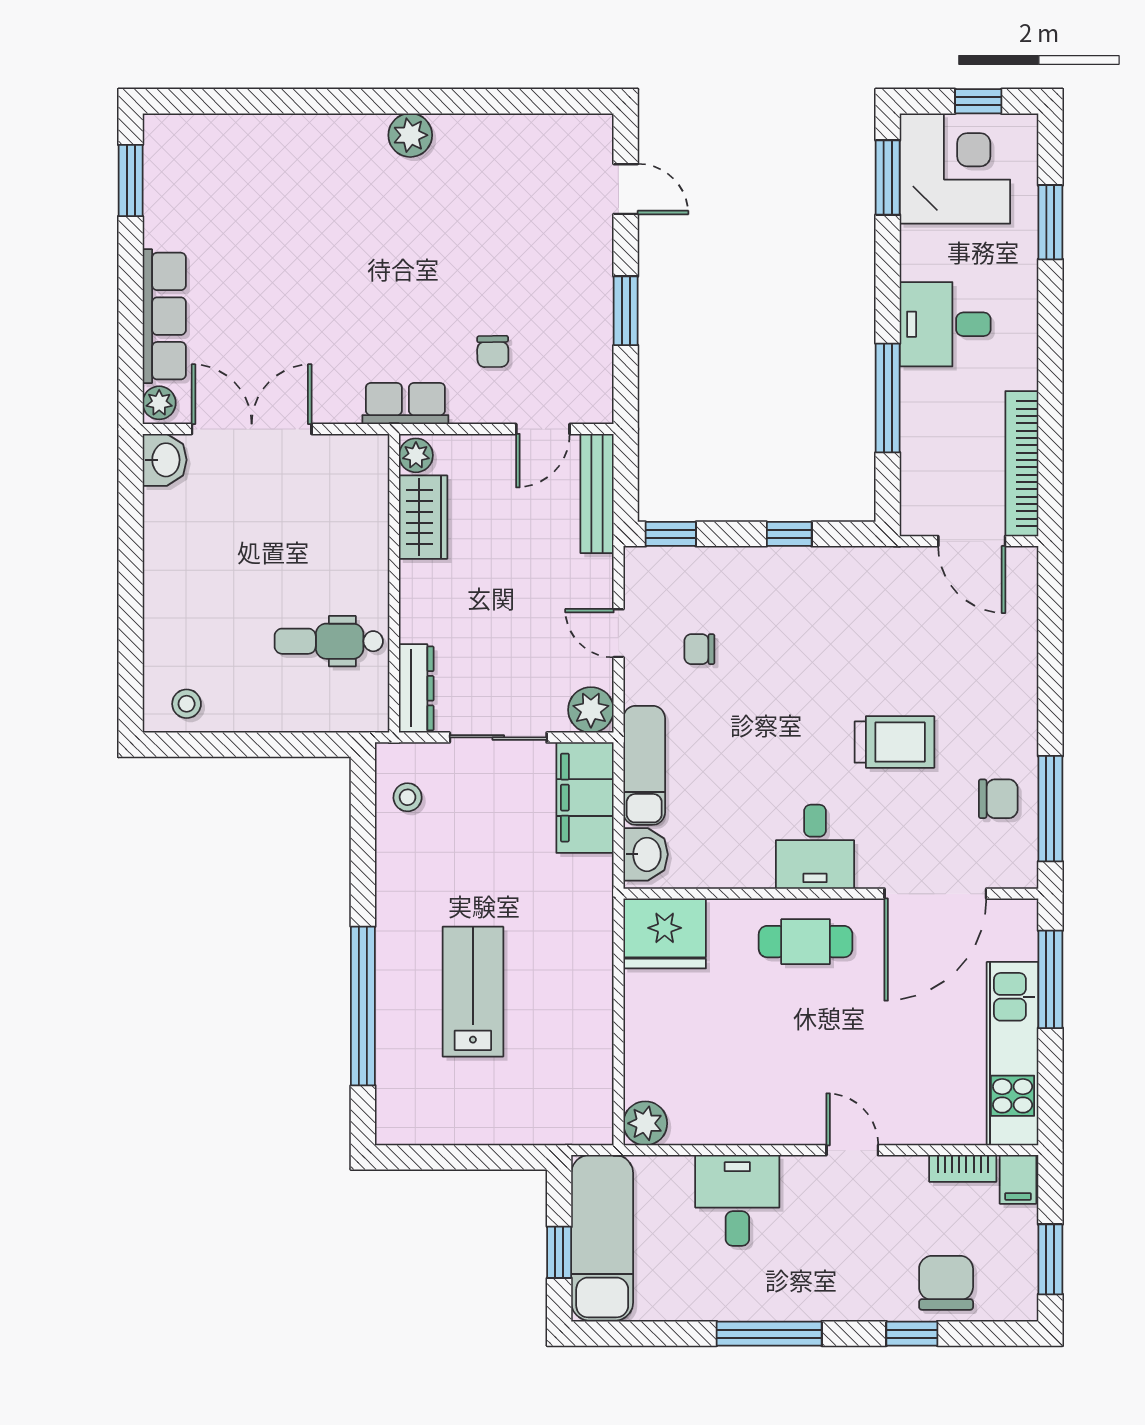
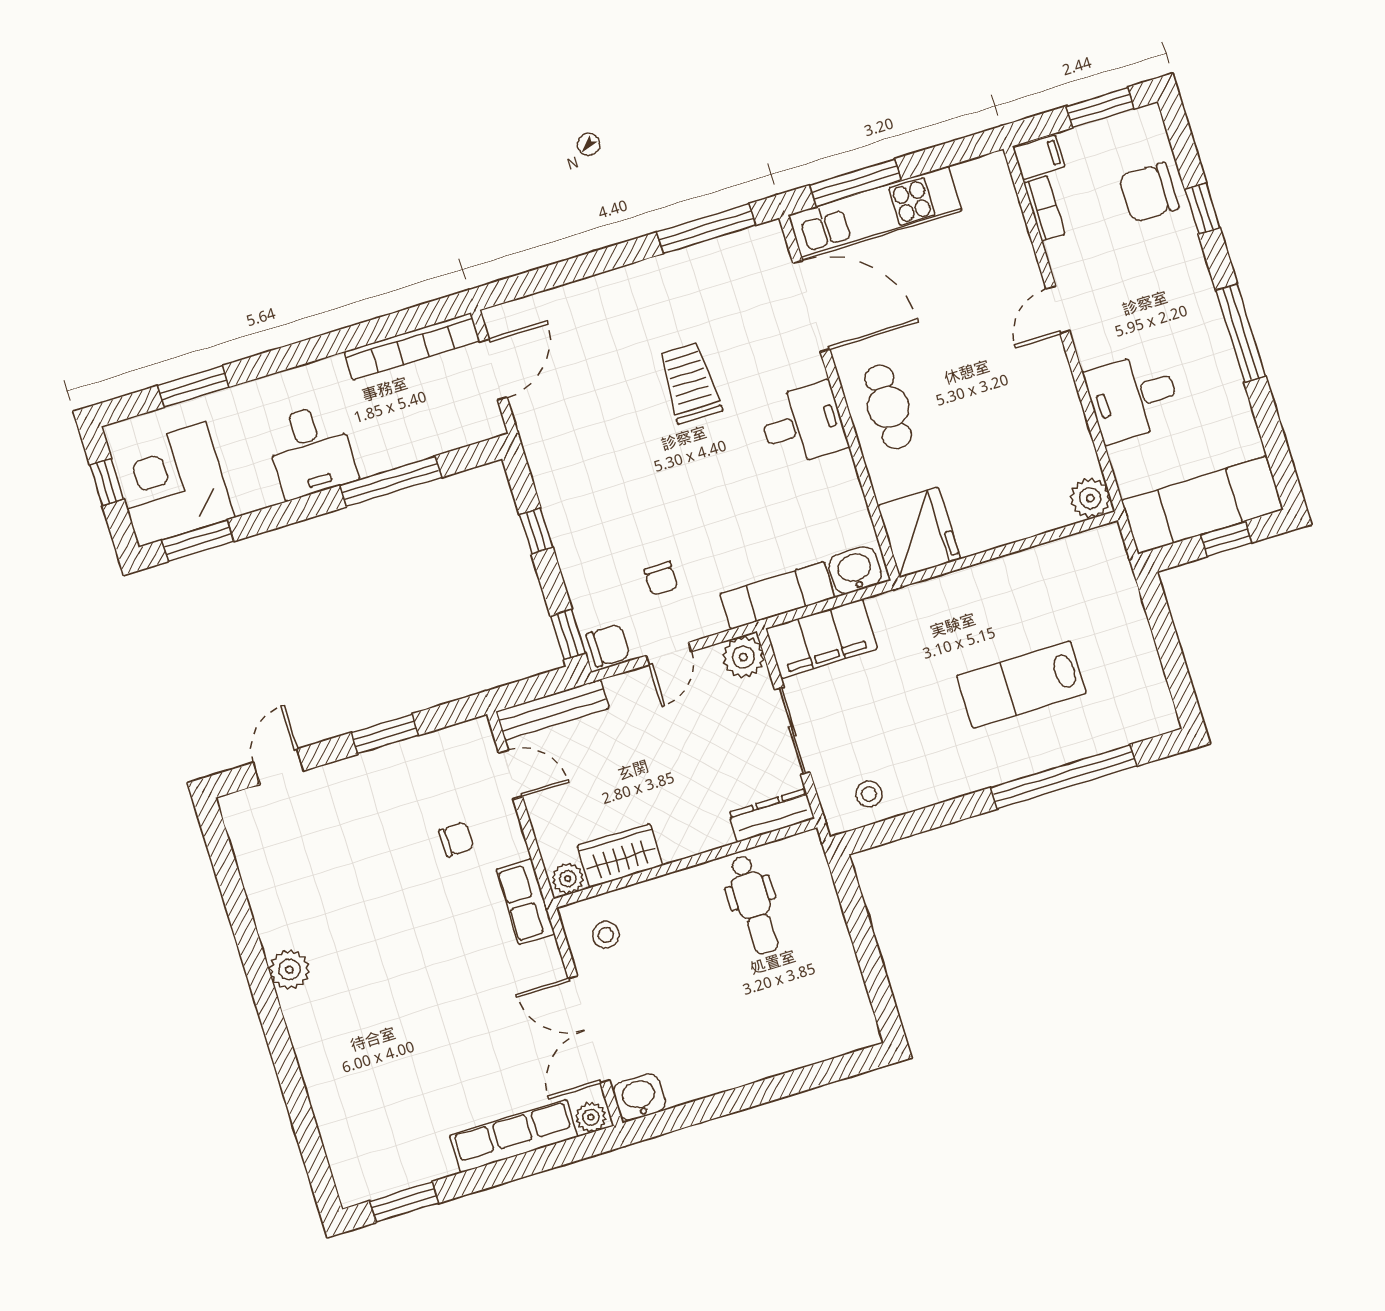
stool: (187, 704) -> (606, 935), moved
chair: (998, 799) -> (608, 645), moved, turned 90
kitchen unit: (1013, 1054) -> (875, 213), moved

